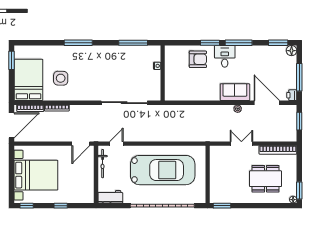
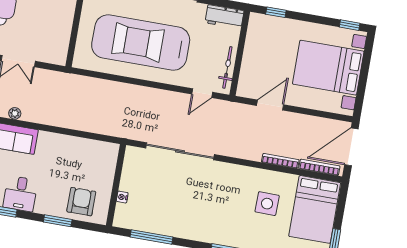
window: (210, 43) -> (58, 221), moved
armchair: (198, 59) -> (81, 202), moved, turned 90
door: (81, 144) -> (270, 105), moved
window: (61, 206) -> (276, 12), moved

